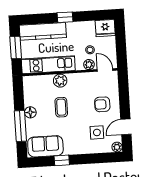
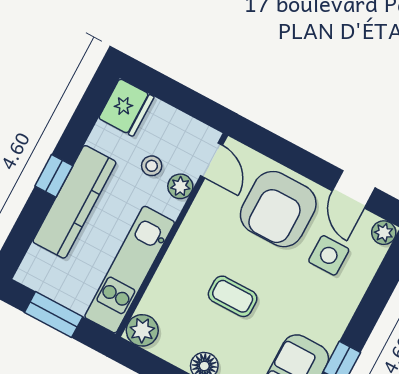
kitchen counter: (43, 31) -> (74, 202), moved
door: (105, 70) -> (212, 160), swing flipped
plant: (60, 81) -> (142, 330), moved
armchair: (102, 104) -> (278, 209), width x1.88, depth x1.88

